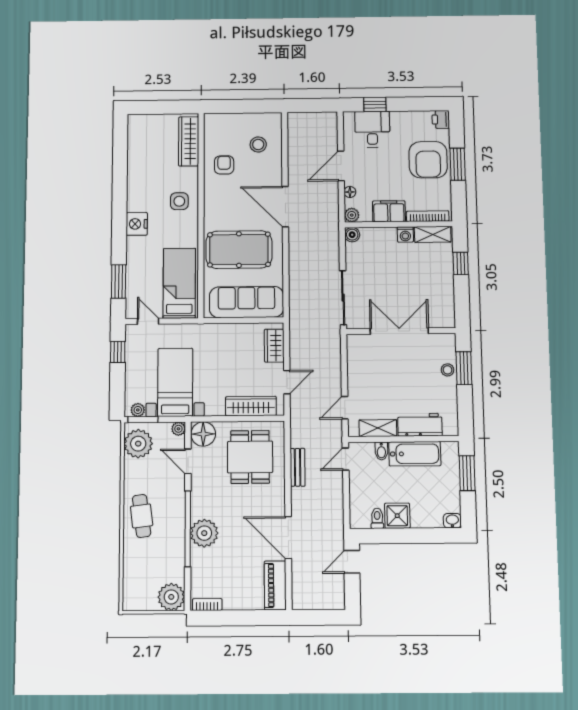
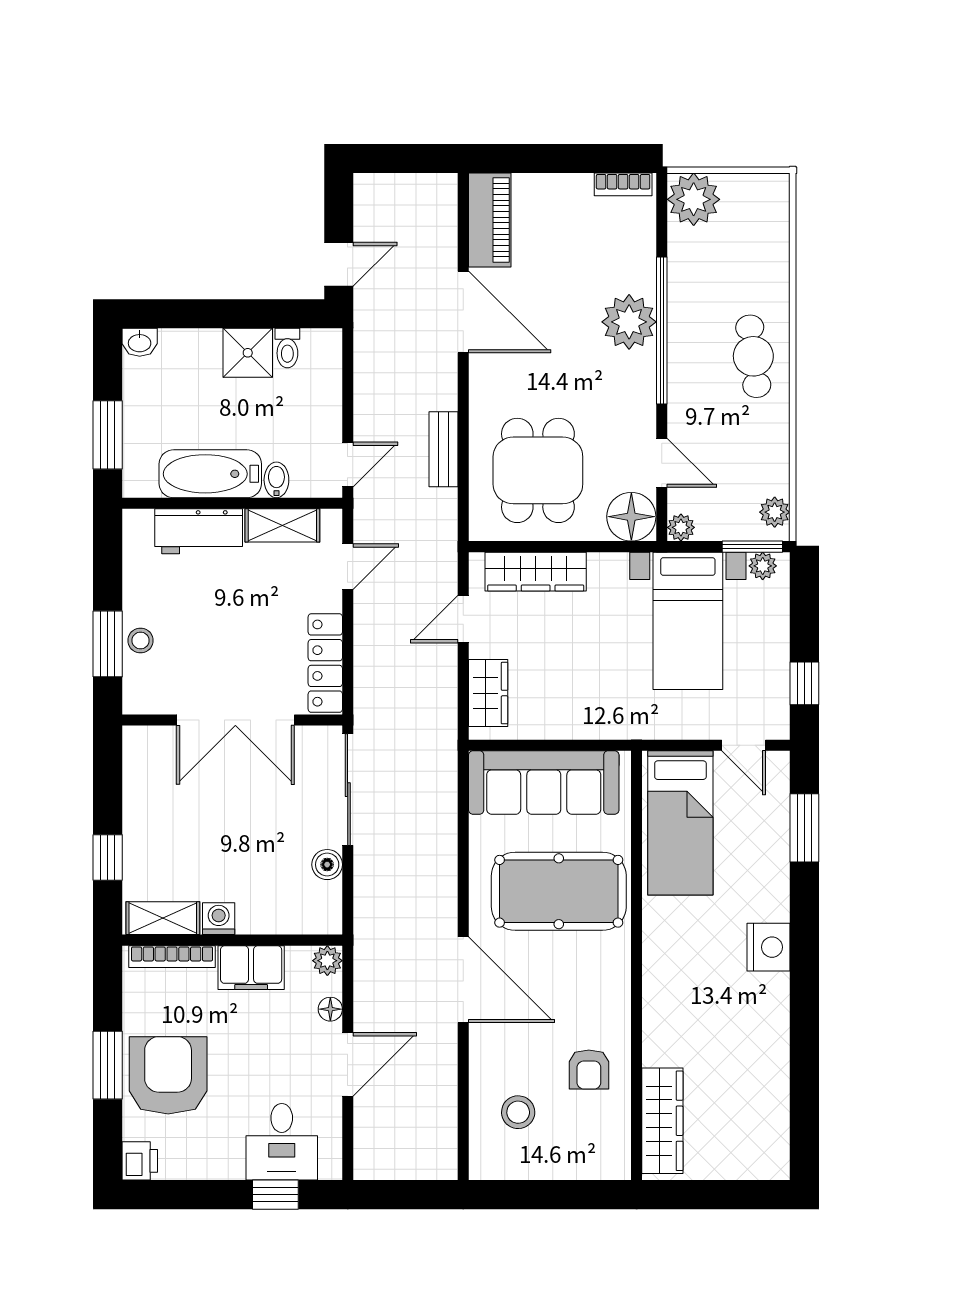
side table: (179, 201) -> (681, 994), removed
boiler: (352, 235) -> (327, 865), moved
locker: (355, 360) -> (325, 663), added
plant: (138, 444) -> (775, 512), width x0.53, depth x0.53

